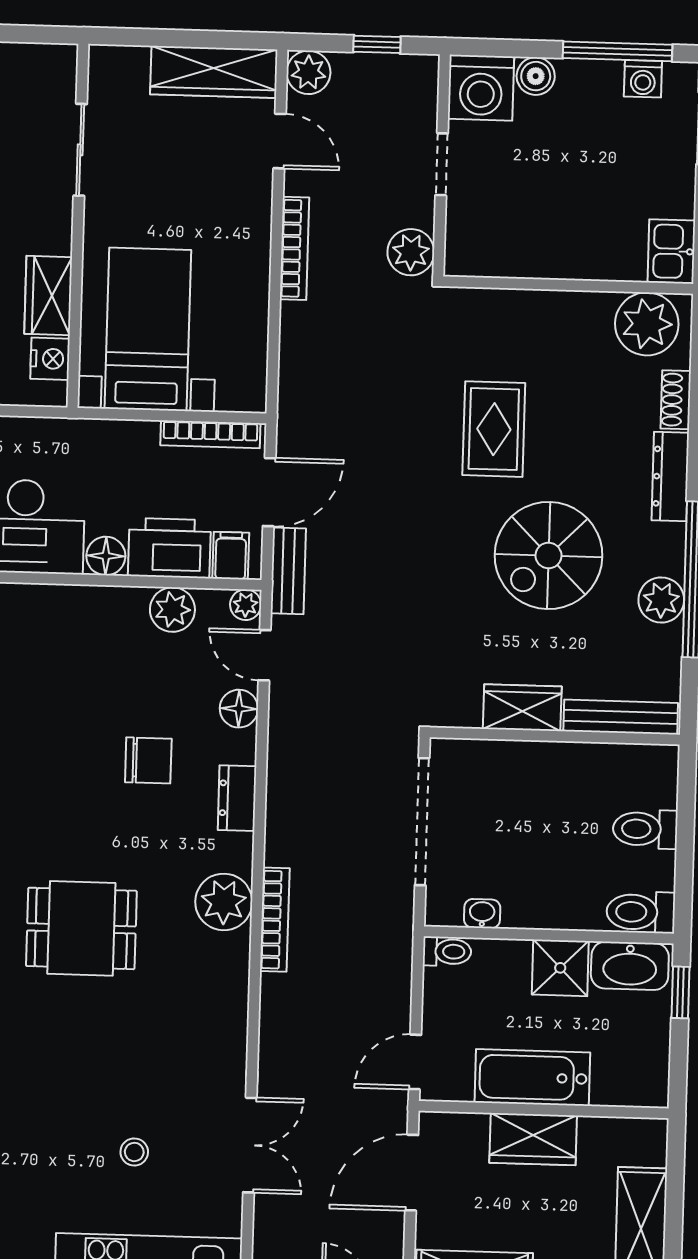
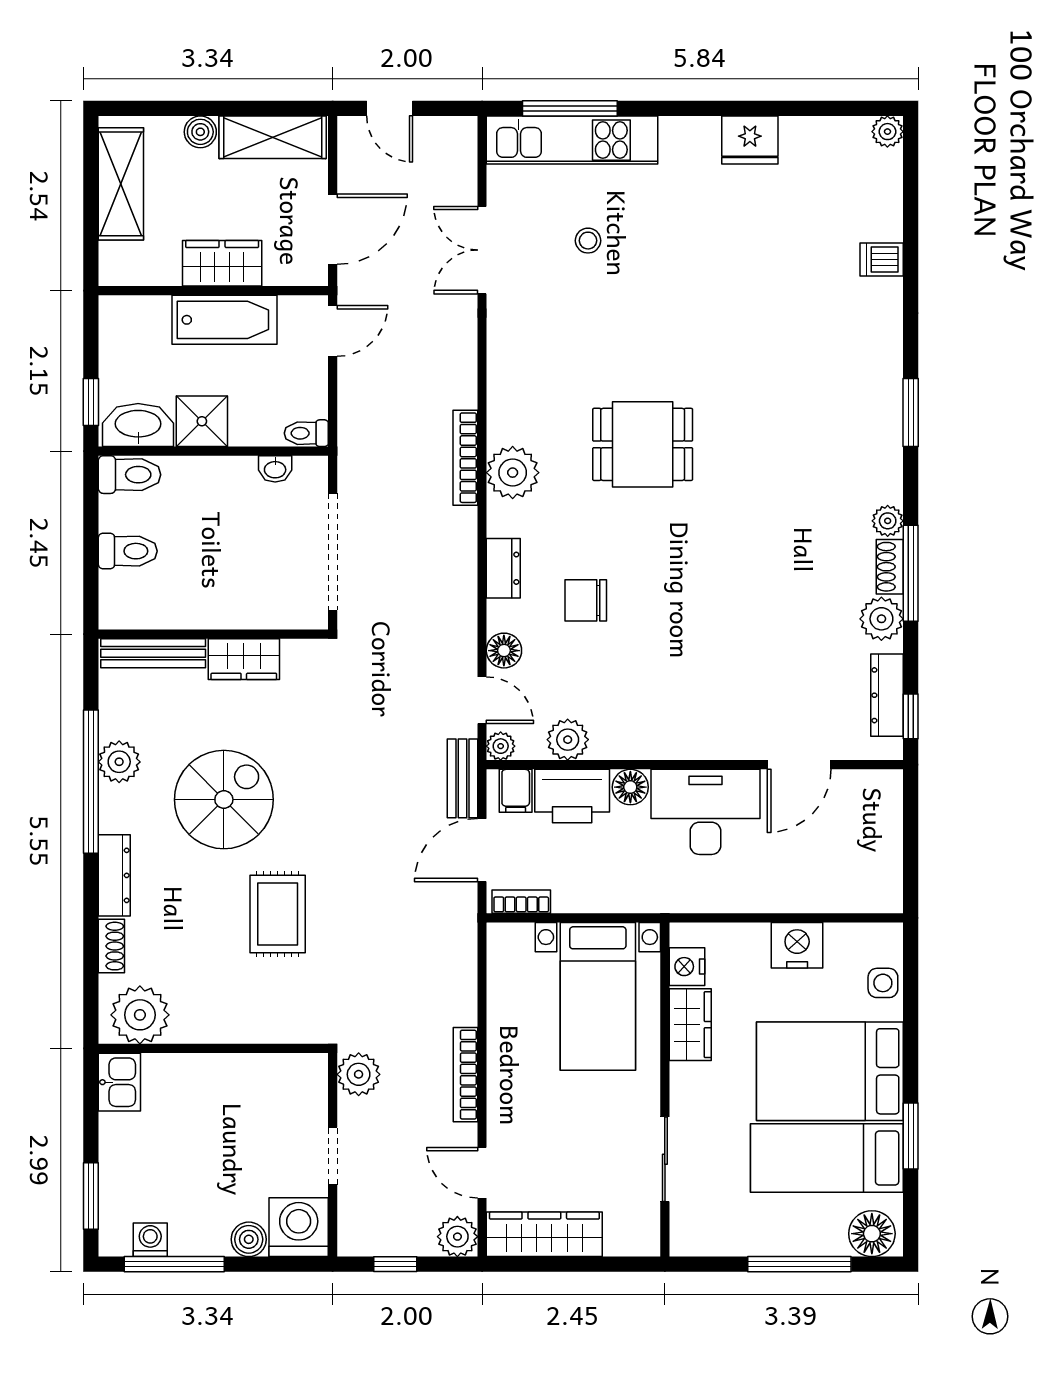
bookcase: (210, 434) -> (521, 902), width x0.64

